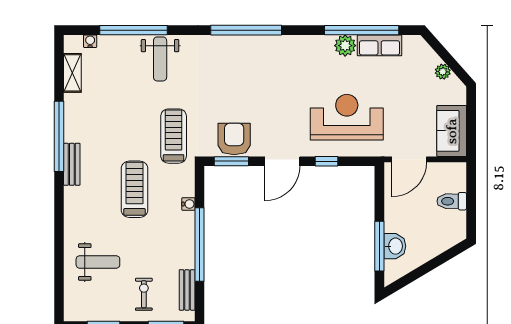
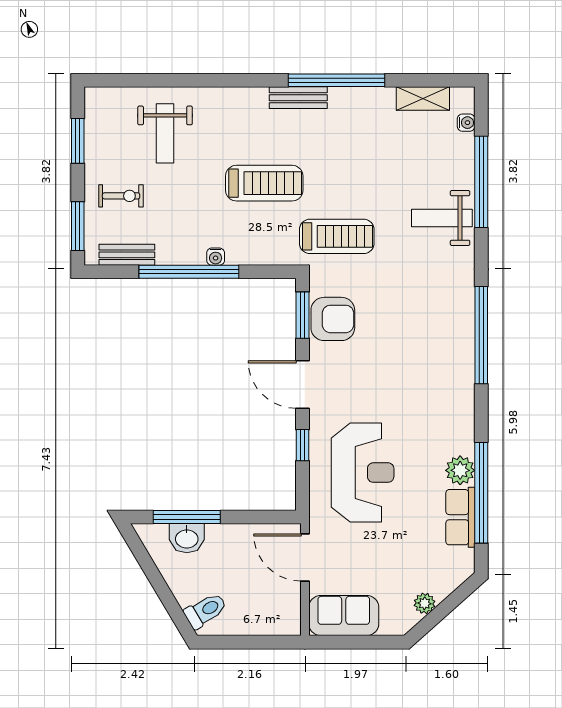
toilet: (452, 201) -> (205, 611), moved, turned 59
water cooler: (188, 204) -> (216, 257), moved

